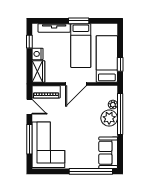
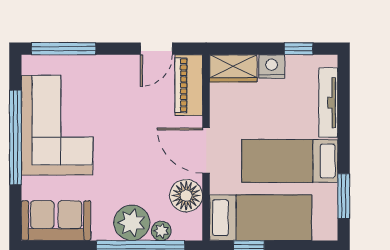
window: (79, 21) -> (344, 196), moved
floor lamp: (97, 93) -> (186, 196), added
window: (29, 139) -> (63, 49), moved
corner sofa: (48, 145) -> (57, 125), moved, turned -90
window: (91, 171) -> (15, 137), moved

